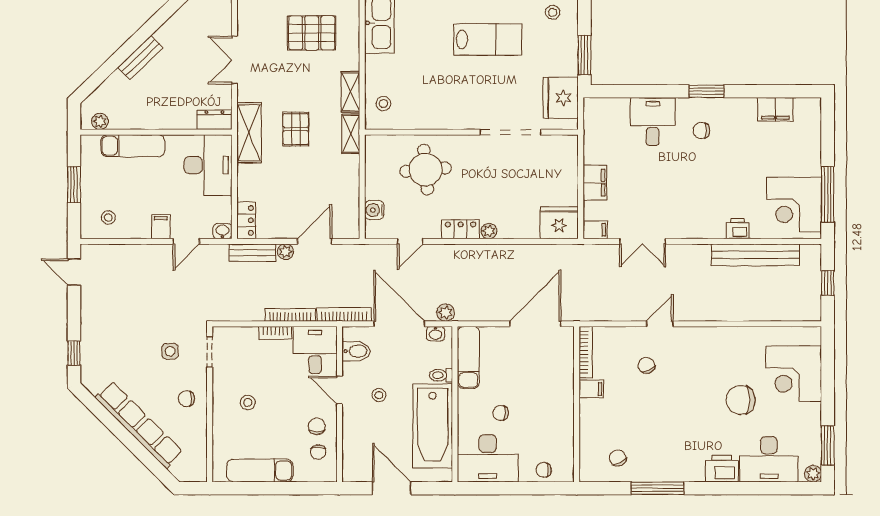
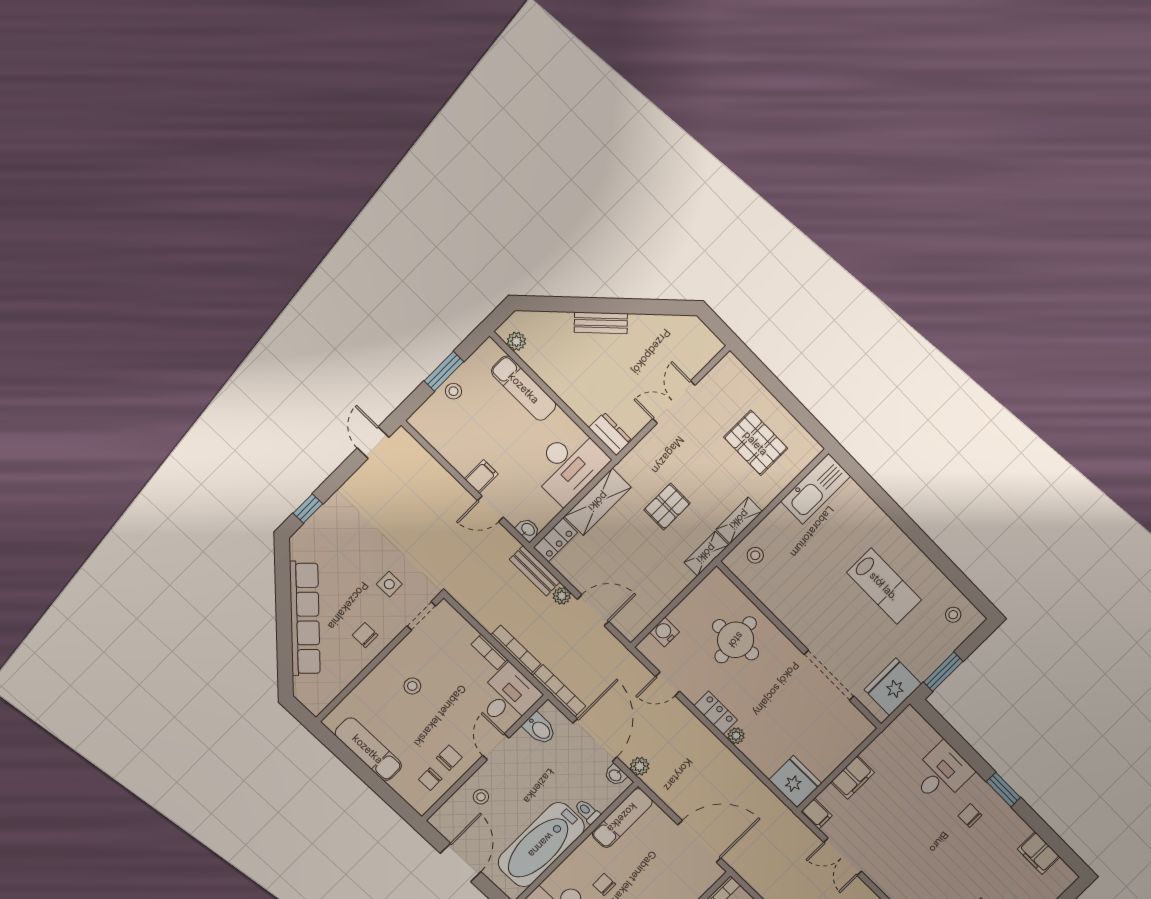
shelving: (249, 133) -> (598, 502), moved
stool: (108, 217) -> (453, 391), moved
stool: (379, 395) -> (481, 797), moved

